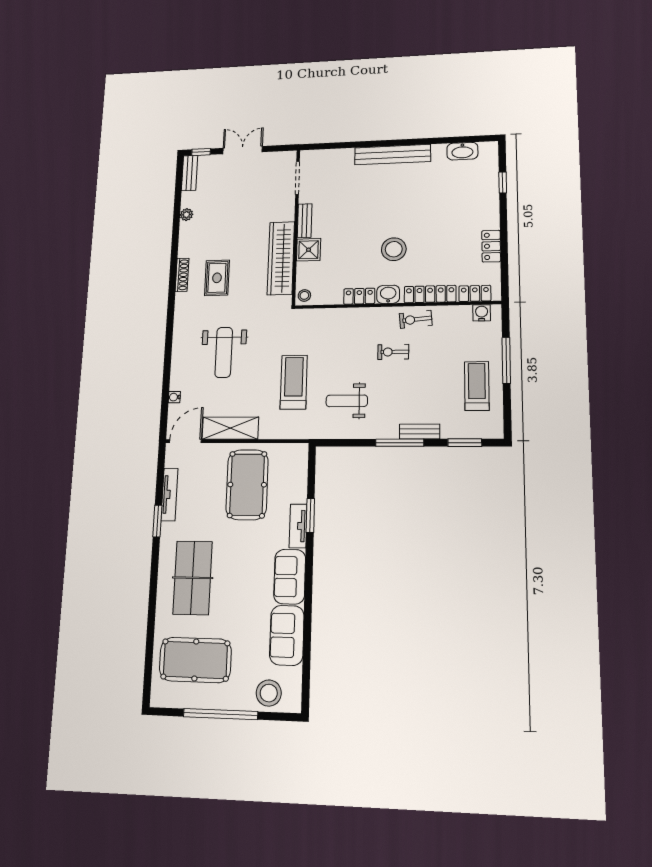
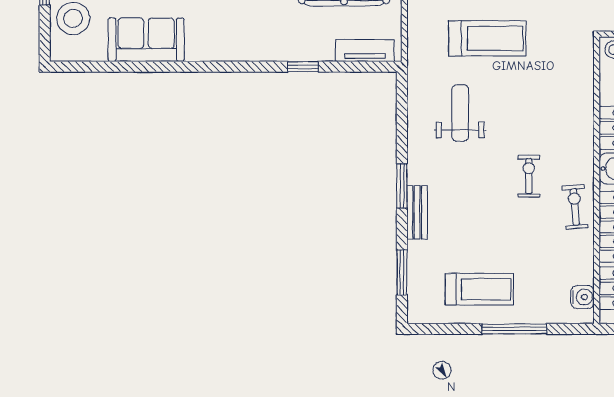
window: (400, 443) -> (402, 186), width x0.69
window: (310, 515) -> (303, 67), width x0.67
tv unit: (298, 526) -> (365, 51), moved
sofa: (290, 577) -> (222, 41), removed

